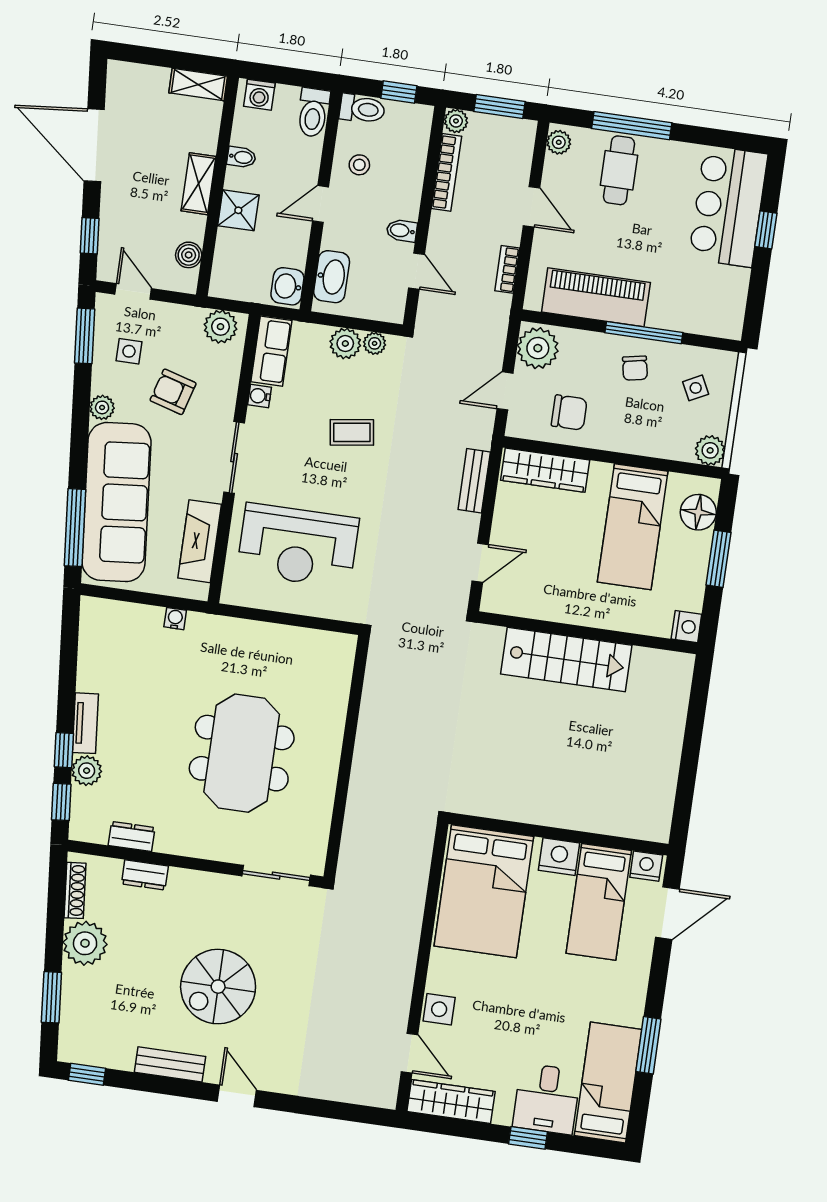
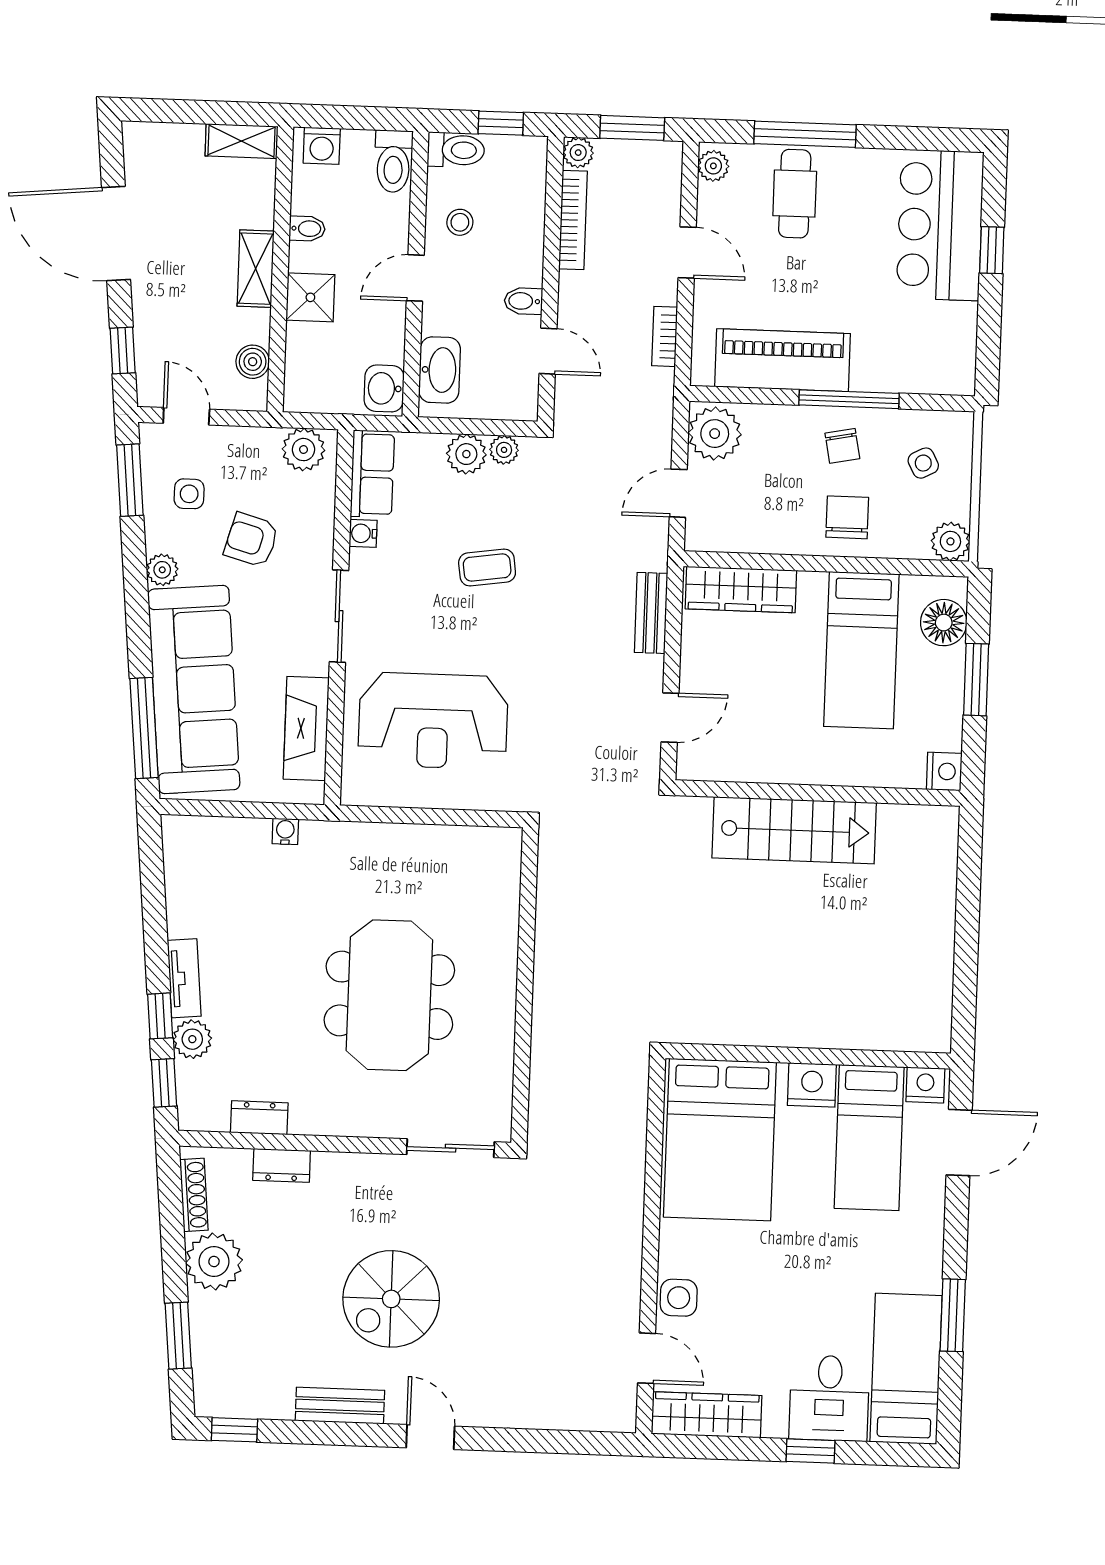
chair: (569, 413) -> (847, 517), moved, turned -90

